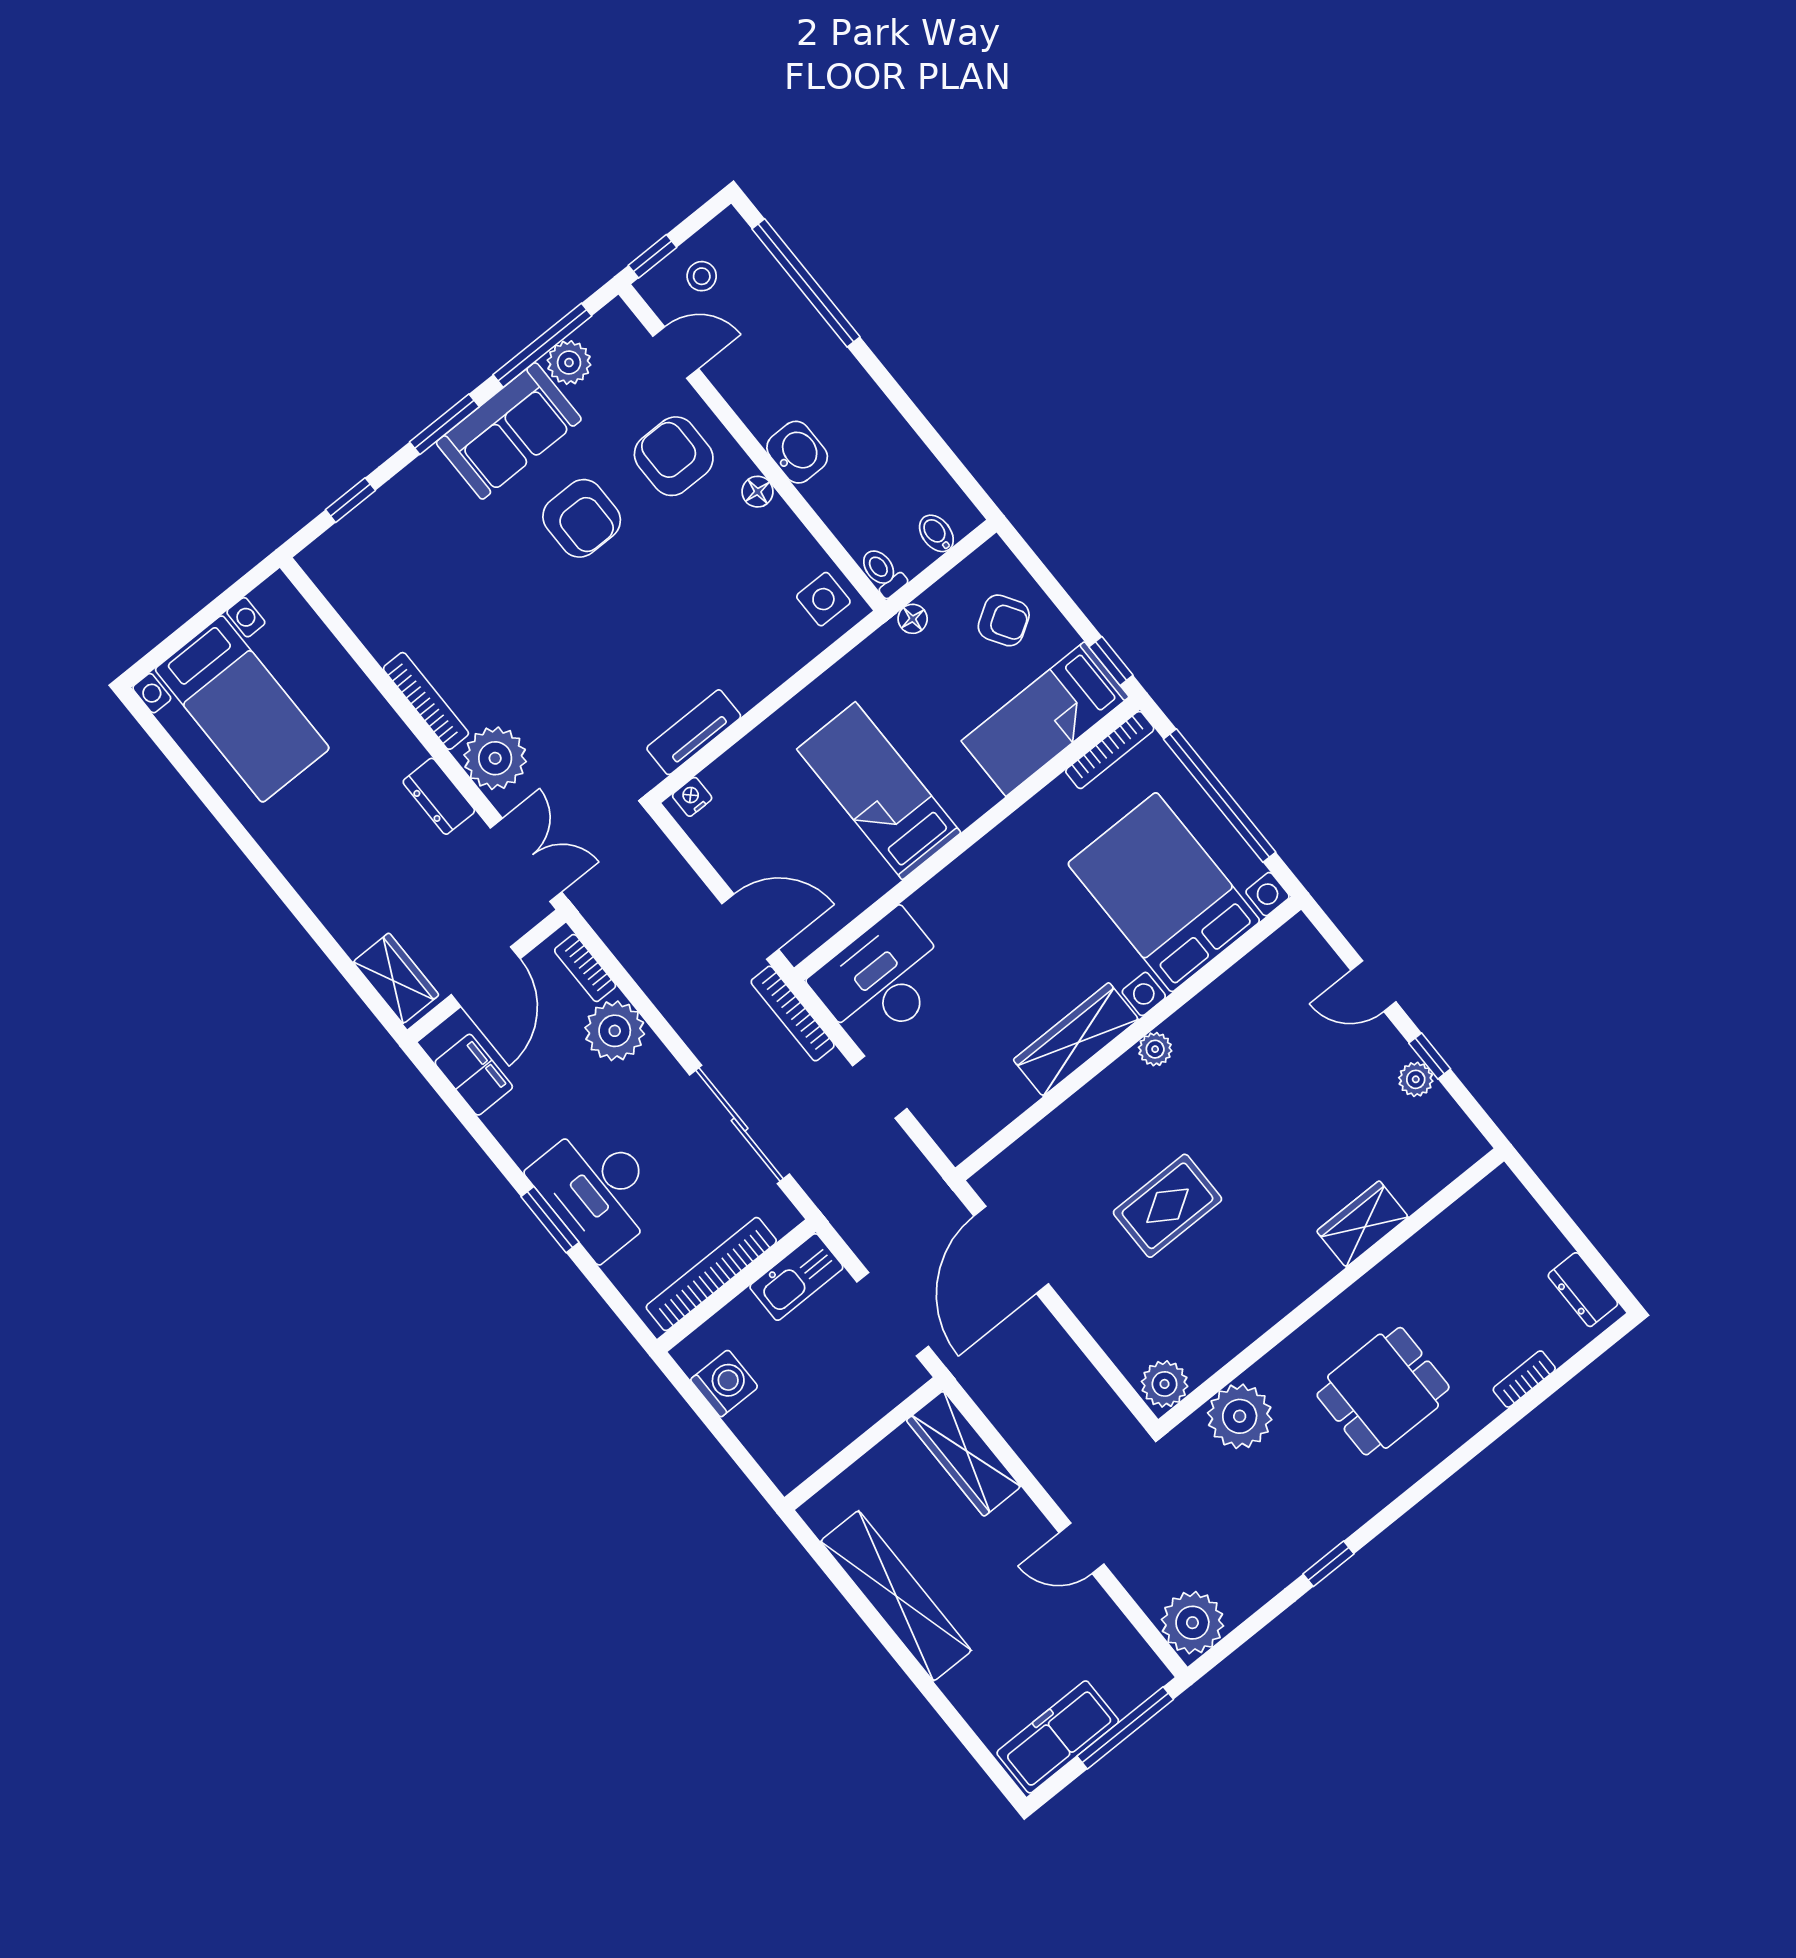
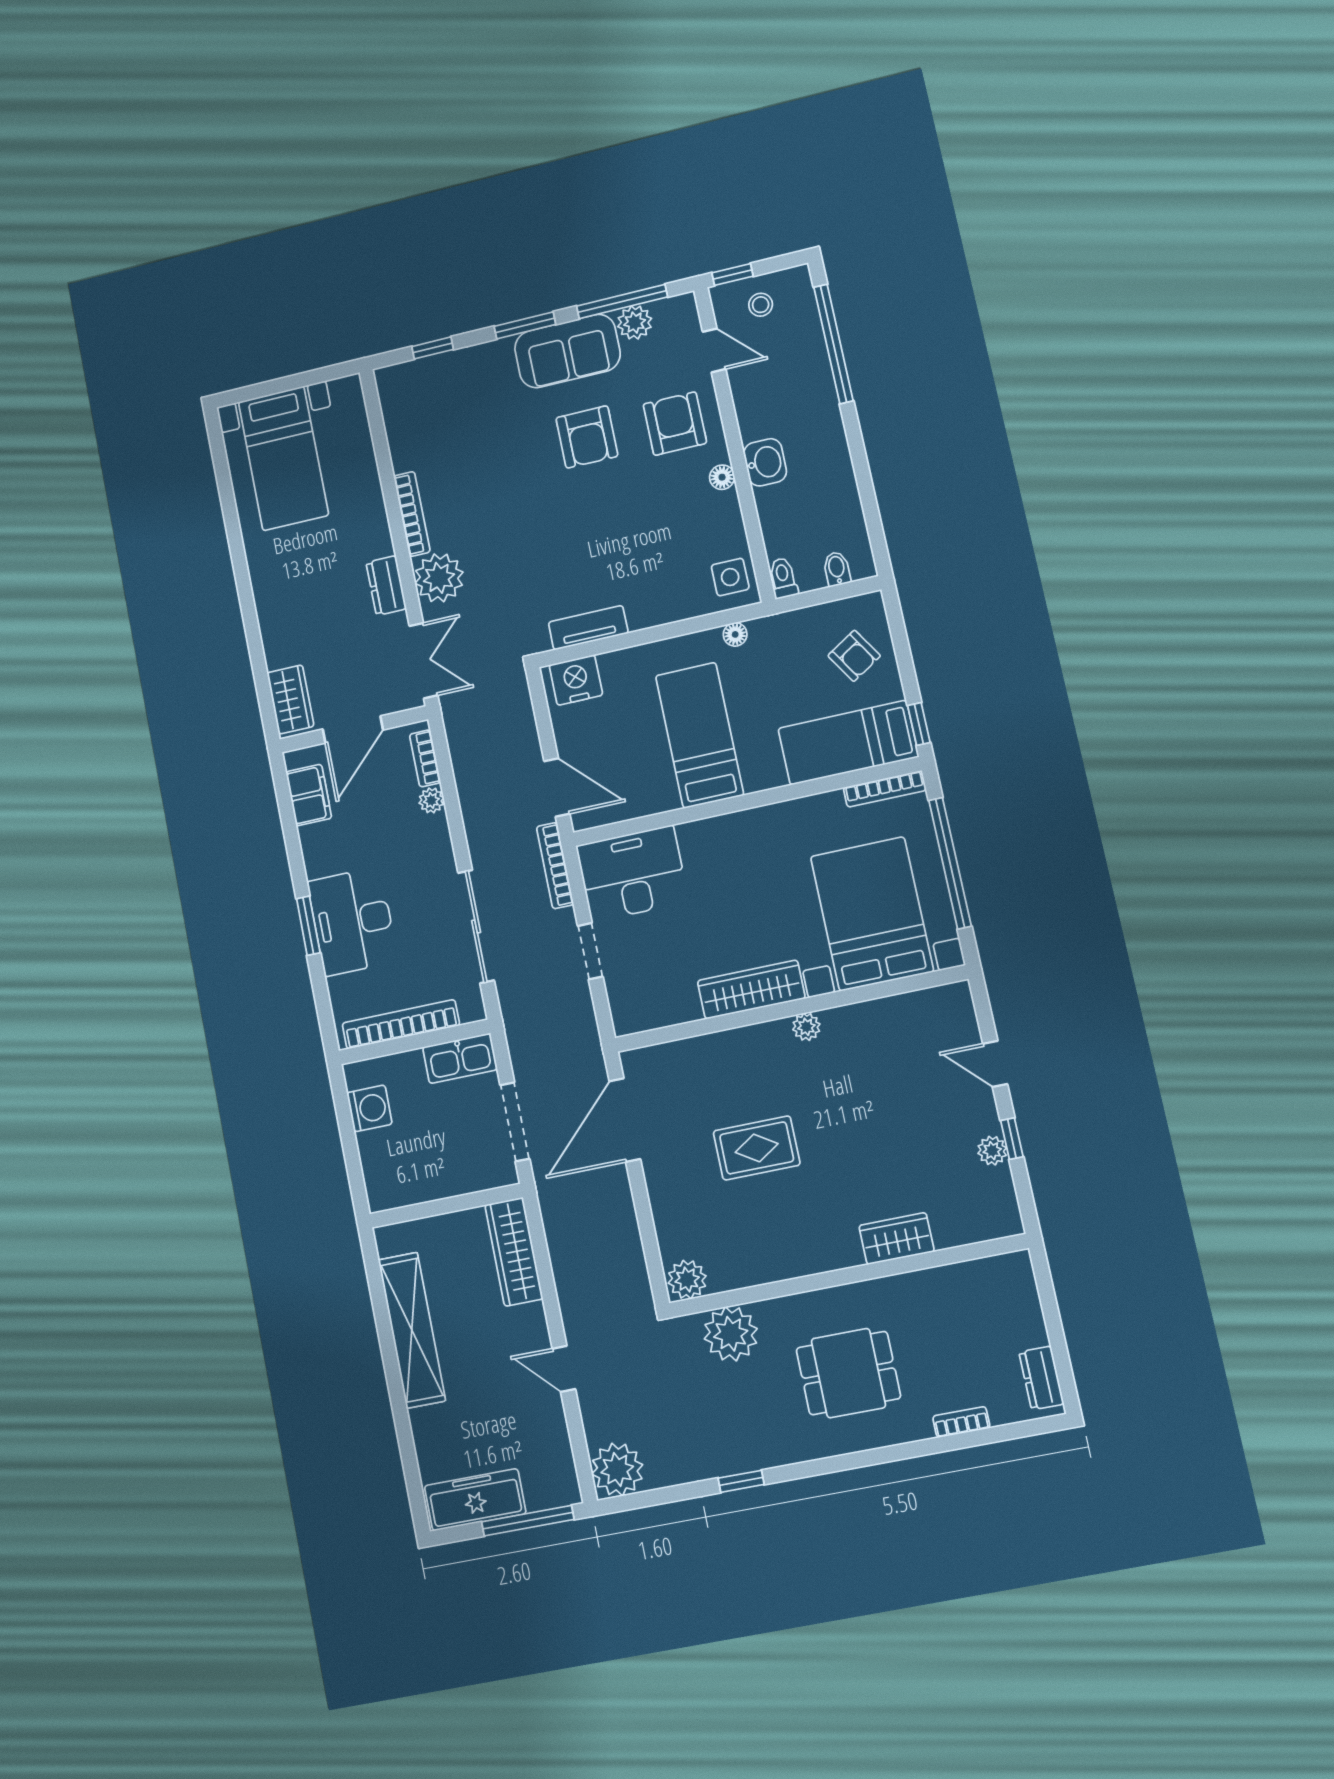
floor lamp: (913, 619) -> (735, 634), moved
nightstand: (692, 797) -> (576, 680), width x1.89, depth x1.79
plant: (615, 1031) -> (431, 800), width x0.53, depth x0.53

